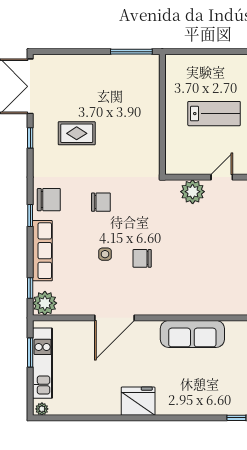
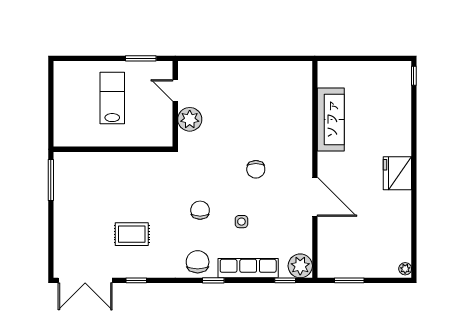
rug: (77, 133) -> (132, 234), turned 90
side table: (105, 254) -> (241, 222), moved
kitchen unit: (43, 363) -> (360, 268), removed

